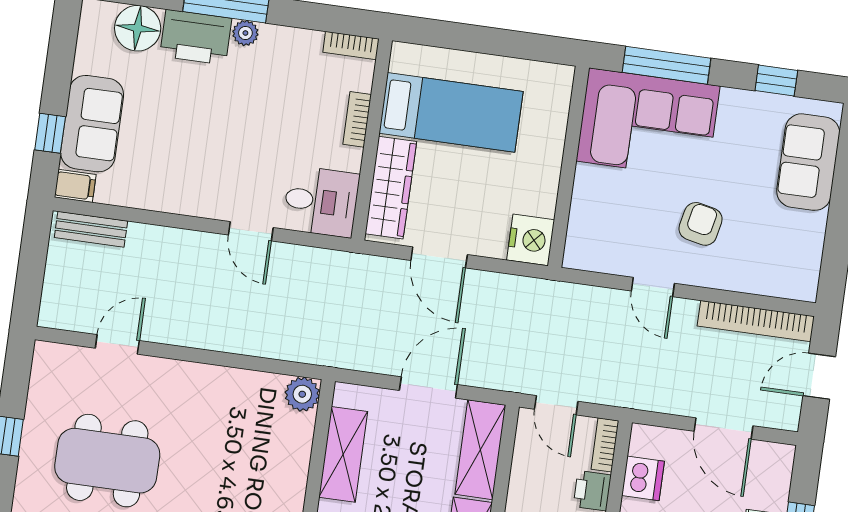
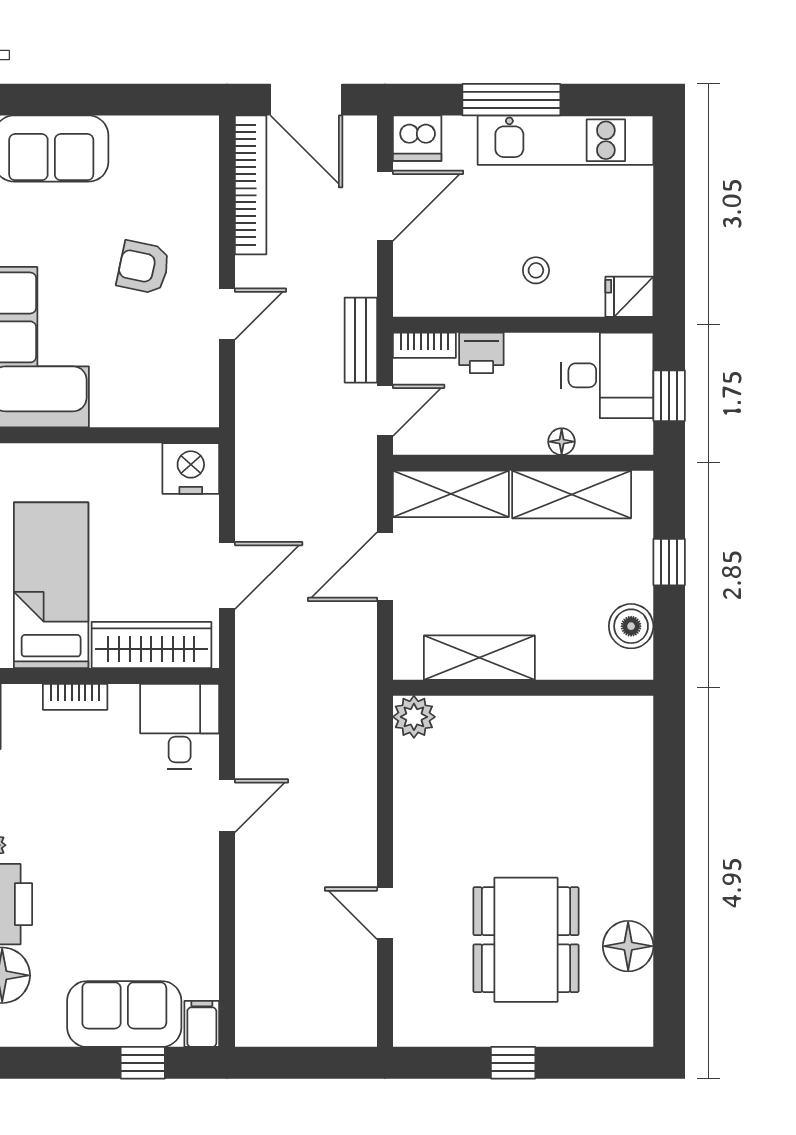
bench: (91, 229) -> (361, 340), moved
door: (117, 344) -> (385, 913), moved
door: (819, 376) -> (306, 100), width x1.38
door: (428, 388) -> (385, 567), hinge flipped
dishwasher: (643, 478) -> (417, 138), moved, turned 180

